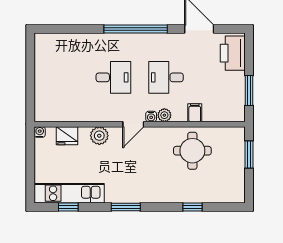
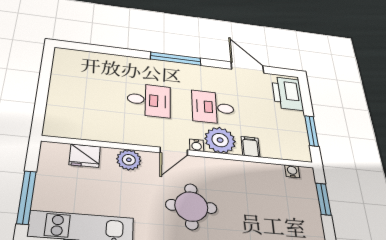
window: (136, 29) -> (176, 59), width x0.68
plant: (164, 115) -> (220, 140), width x1.88, depth x1.88
water cooler: (40, 132) -> (292, 171), moved
round table: (192, 151) -> (191, 206), moved
window: (30, 174) -> (26, 197), added

